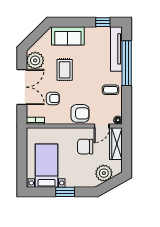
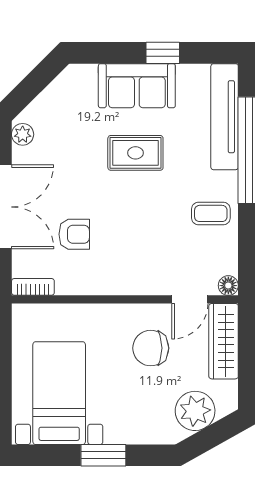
window: (103, 22) -> (163, 53), moved
sofa: (68, 36) -> (137, 86), moved
plant: (35, 60) -> (23, 134), width x0.53, depth x0.53
rug: (65, 70) -> (135, 153), moved, turned 90
armchair: (80, 113) -> (139, 270), removed

